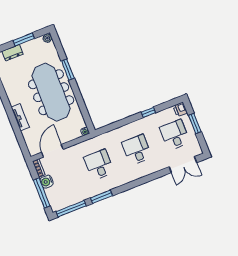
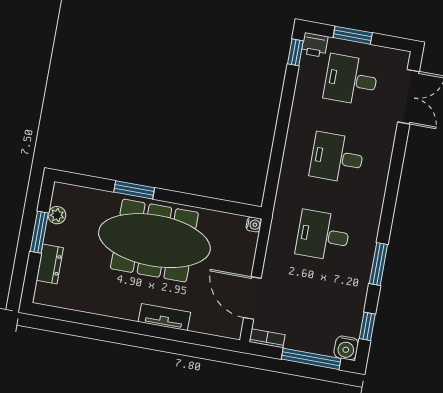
plant: (47, 38) -> (57, 215), moved
window: (148, 112) -> (295, 52), moved
water cooler: (47, 182) -> (346, 348), moved
window: (71, 209) -> (367, 326), width x0.46

